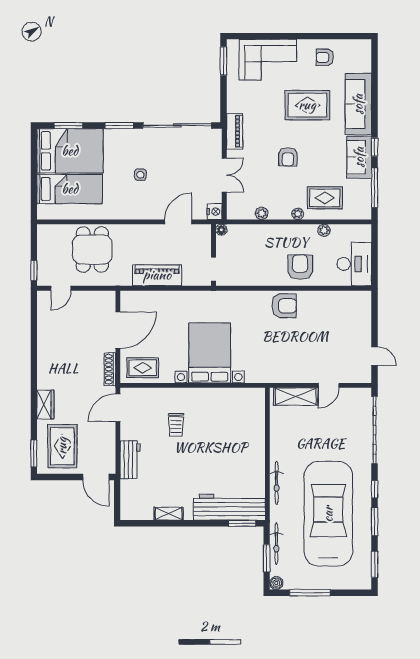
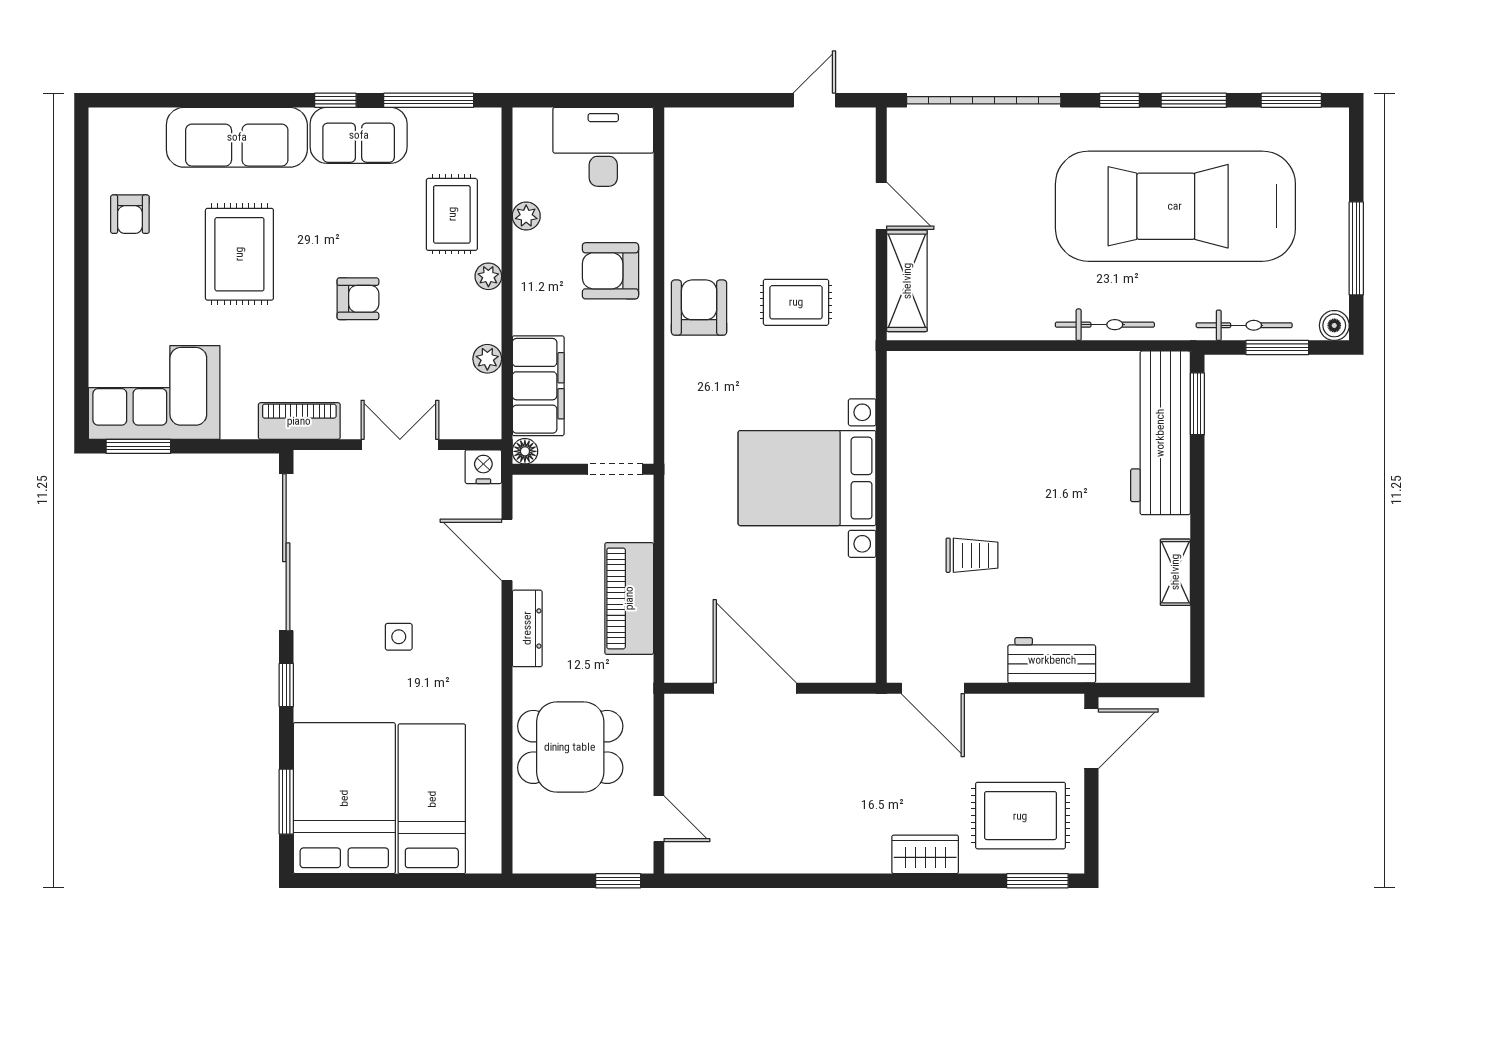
corner sofa: (268, 60) -> (154, 392), moved, turned -90
window: (119, 126) -> (286, 685), width x0.67
dresser: (144, 231) -> (527, 628), added
filing cabinet: (250, 236) -> (538, 386), added
rug: (143, 368) -> (796, 302), moved, turned 90
shoe rack: (110, 369) -> (844, 706), removed

